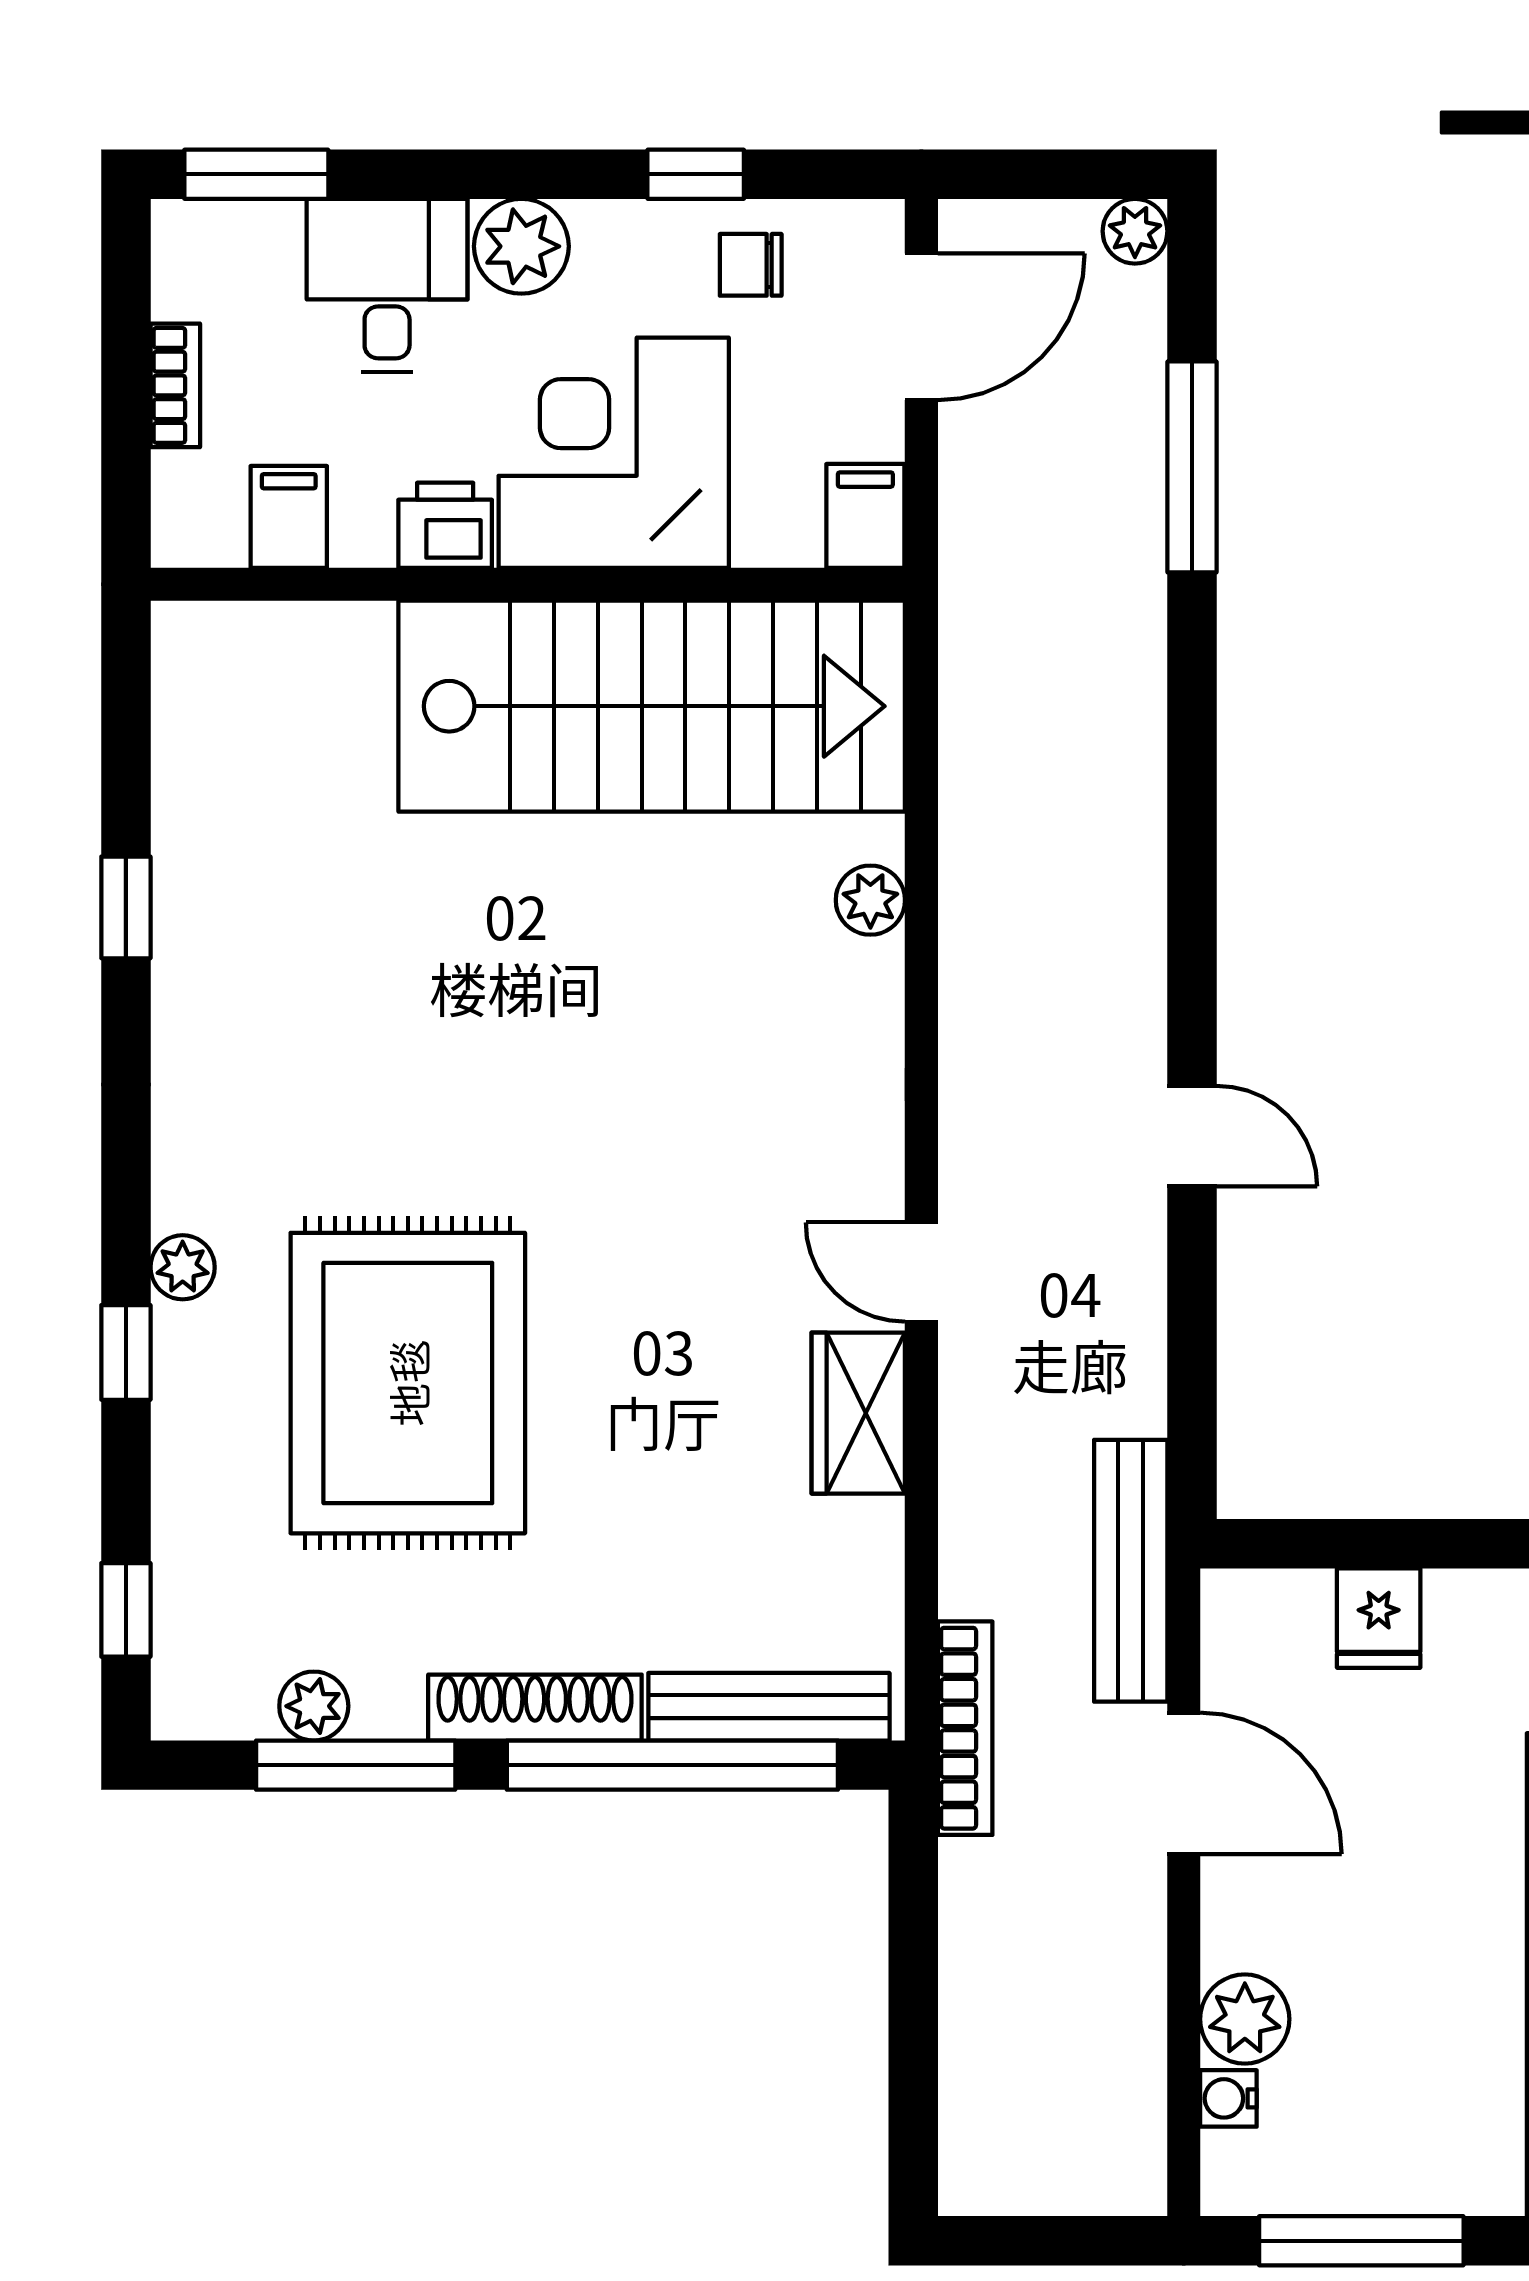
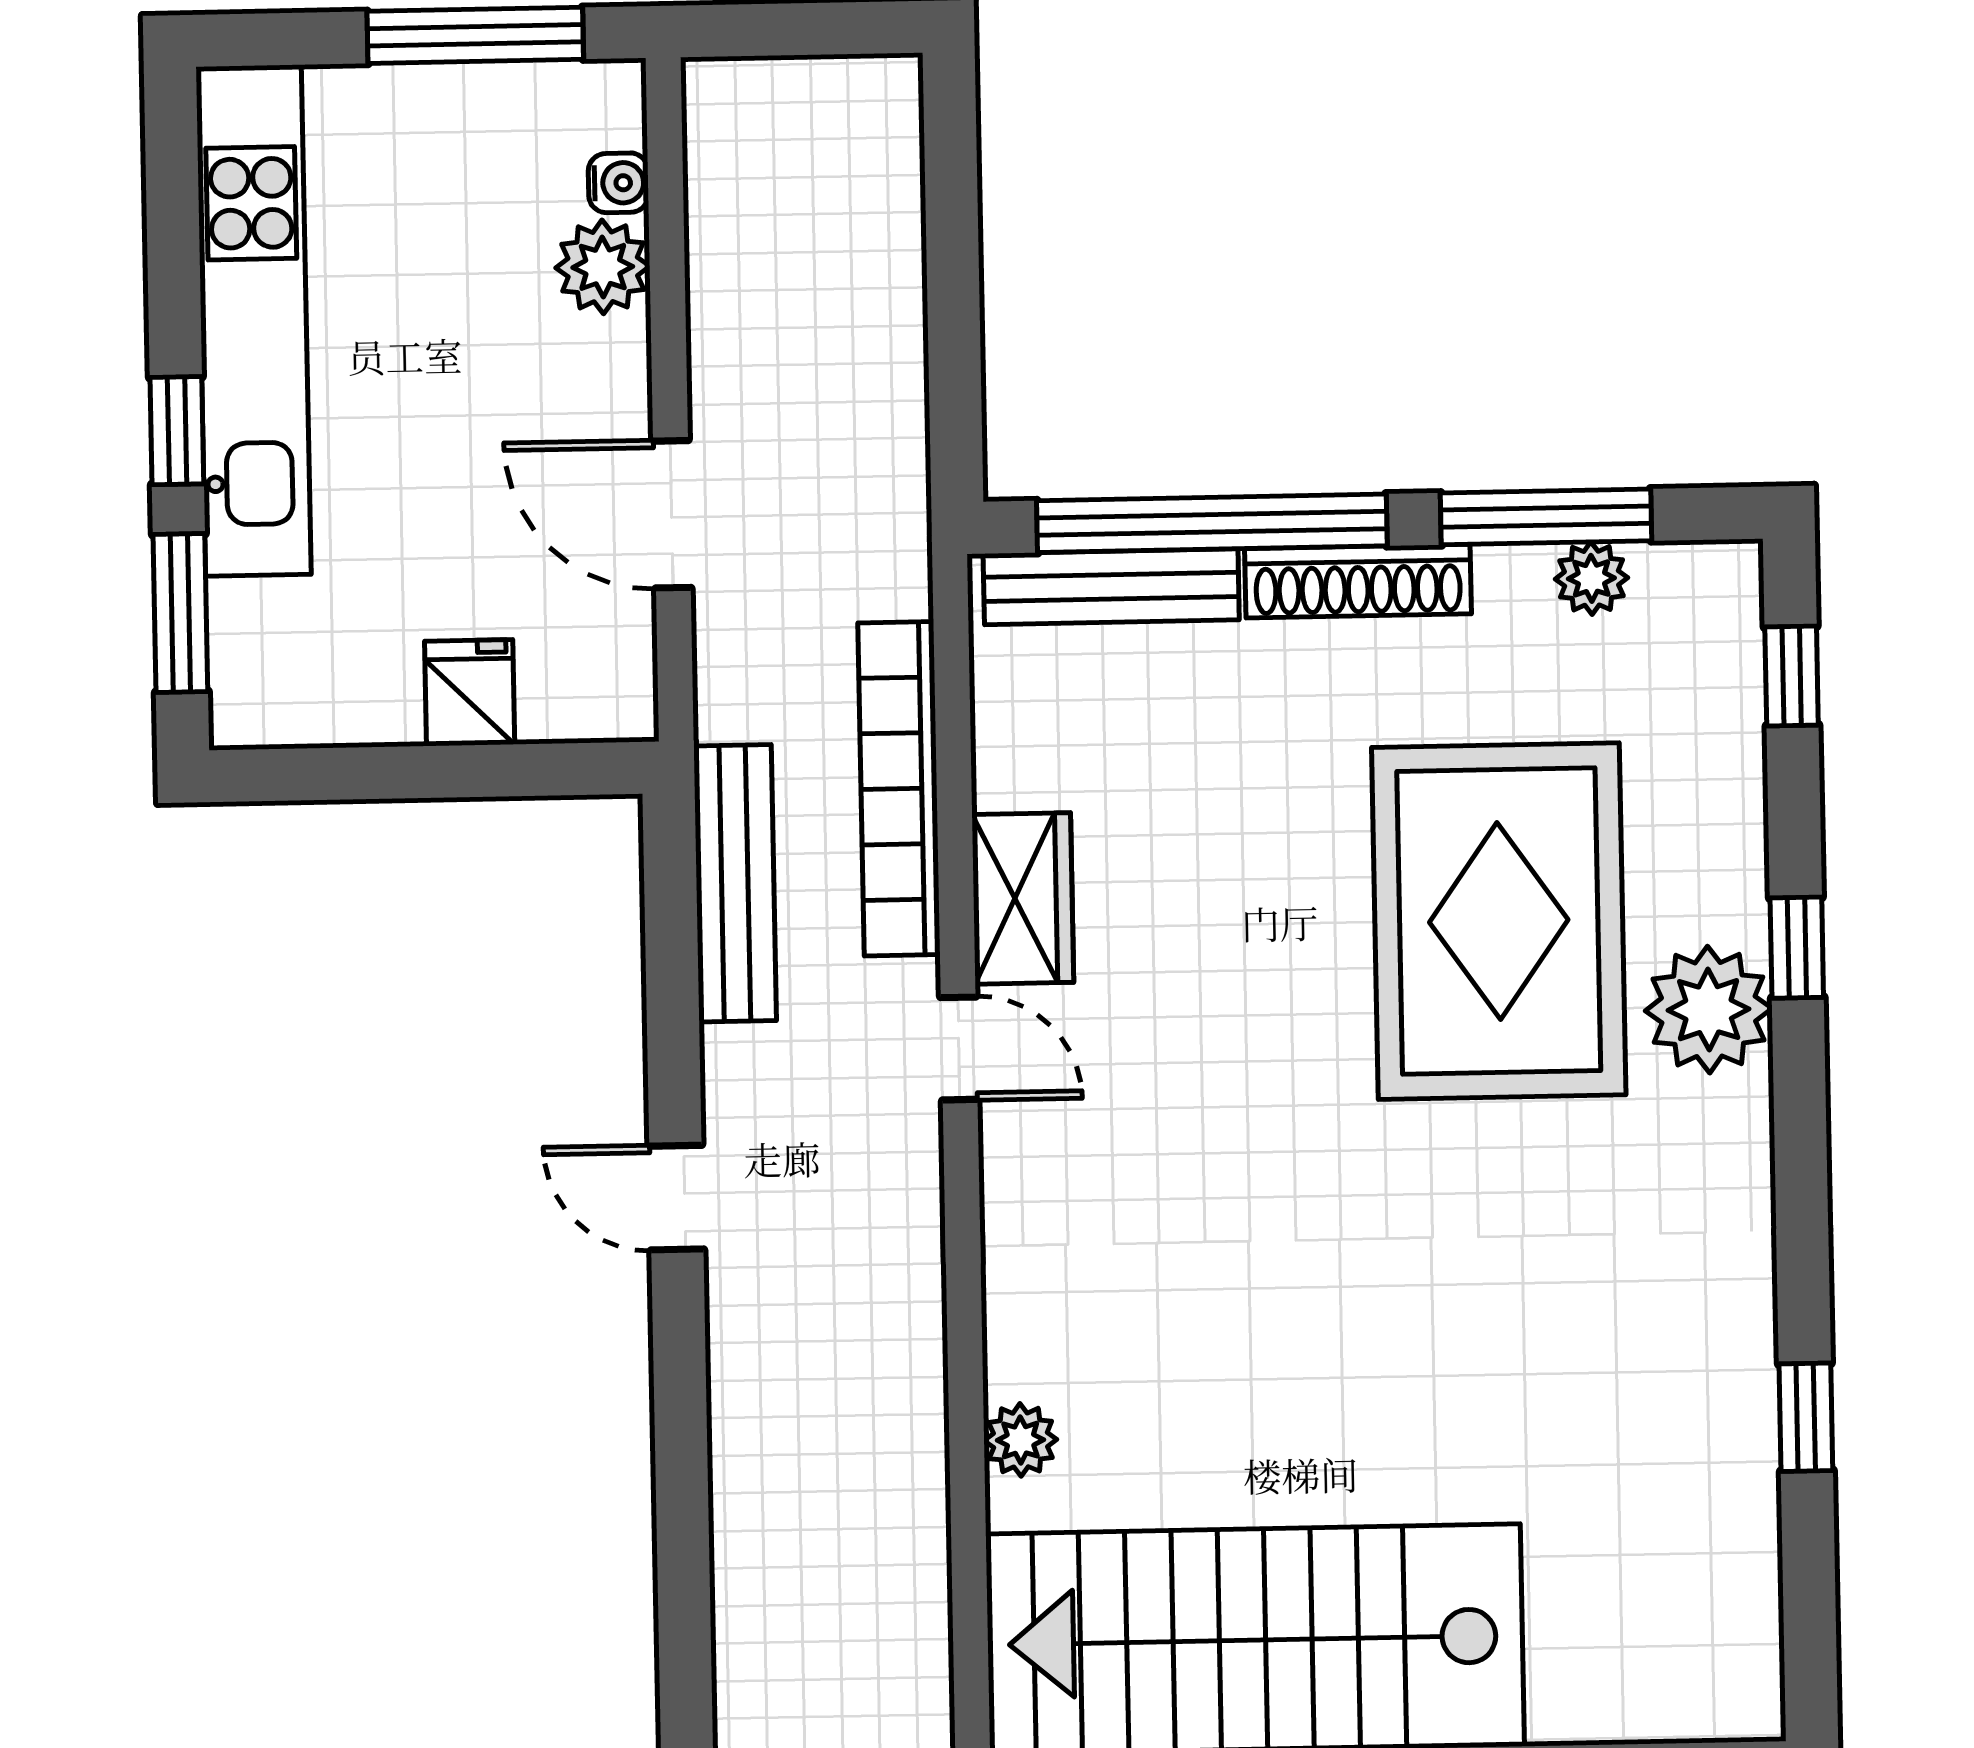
plant: (183, 1267) -> (1709, 1010), width x1.88, depth x1.88
bench: (1131, 1571) -> (735, 883), moved
bookcase: (965, 1728) -> (899, 789), moved, width x1.48, depth x1.31

